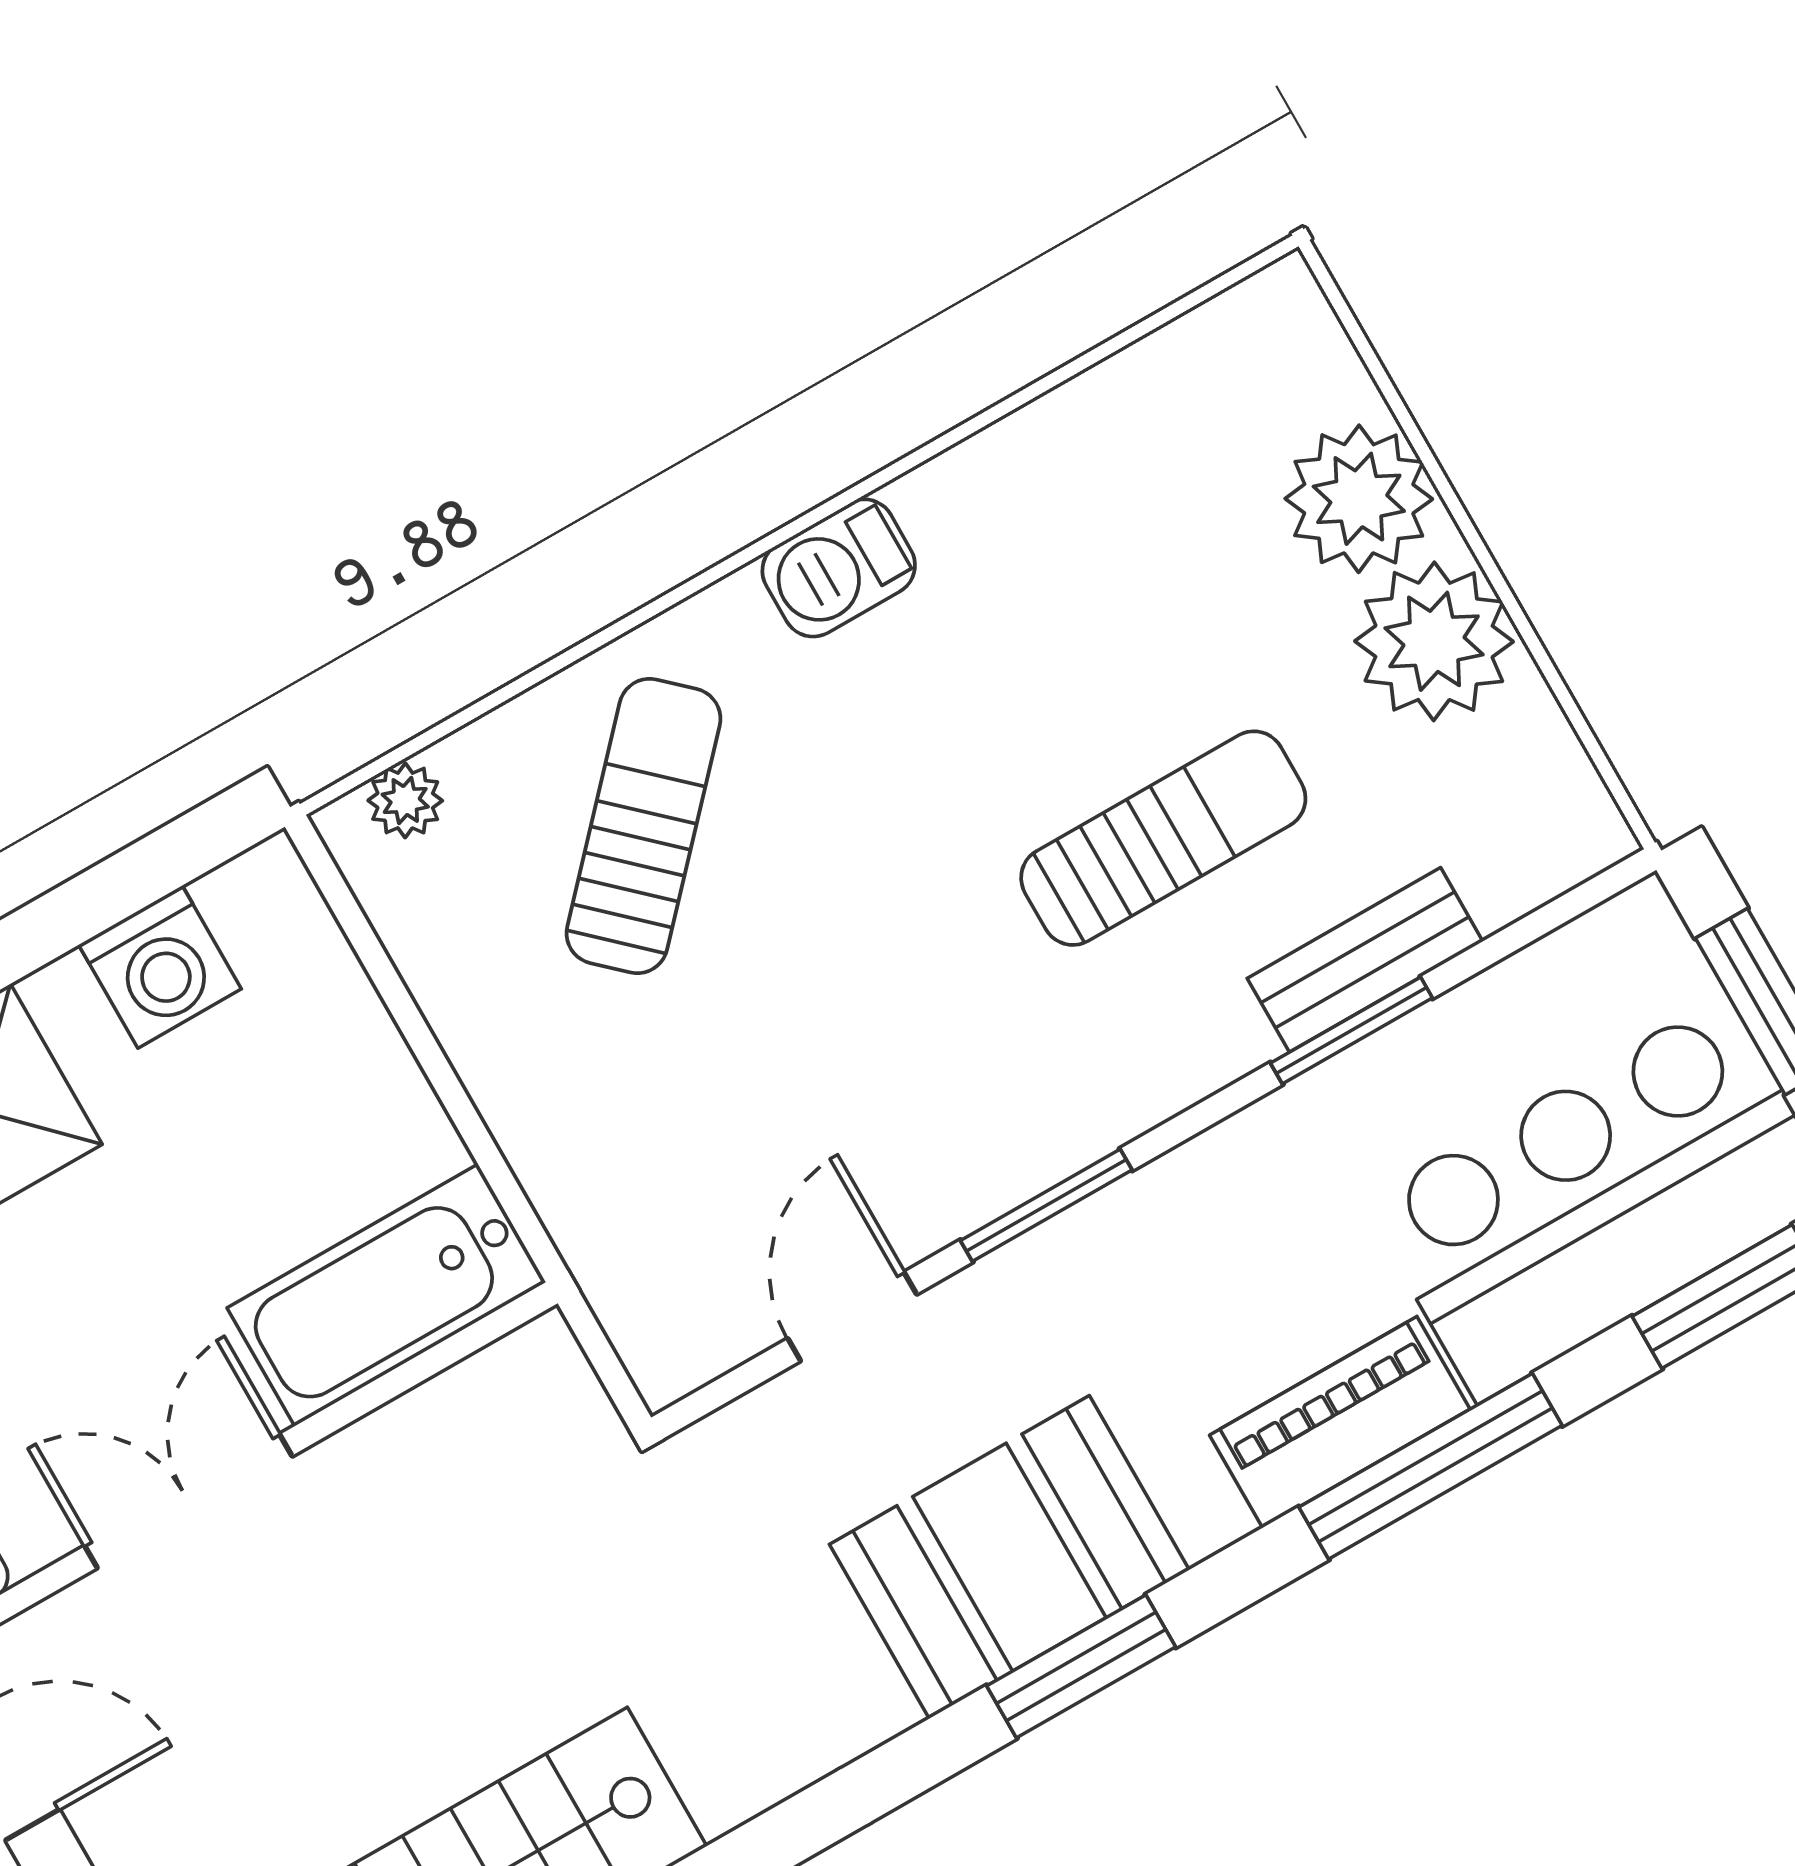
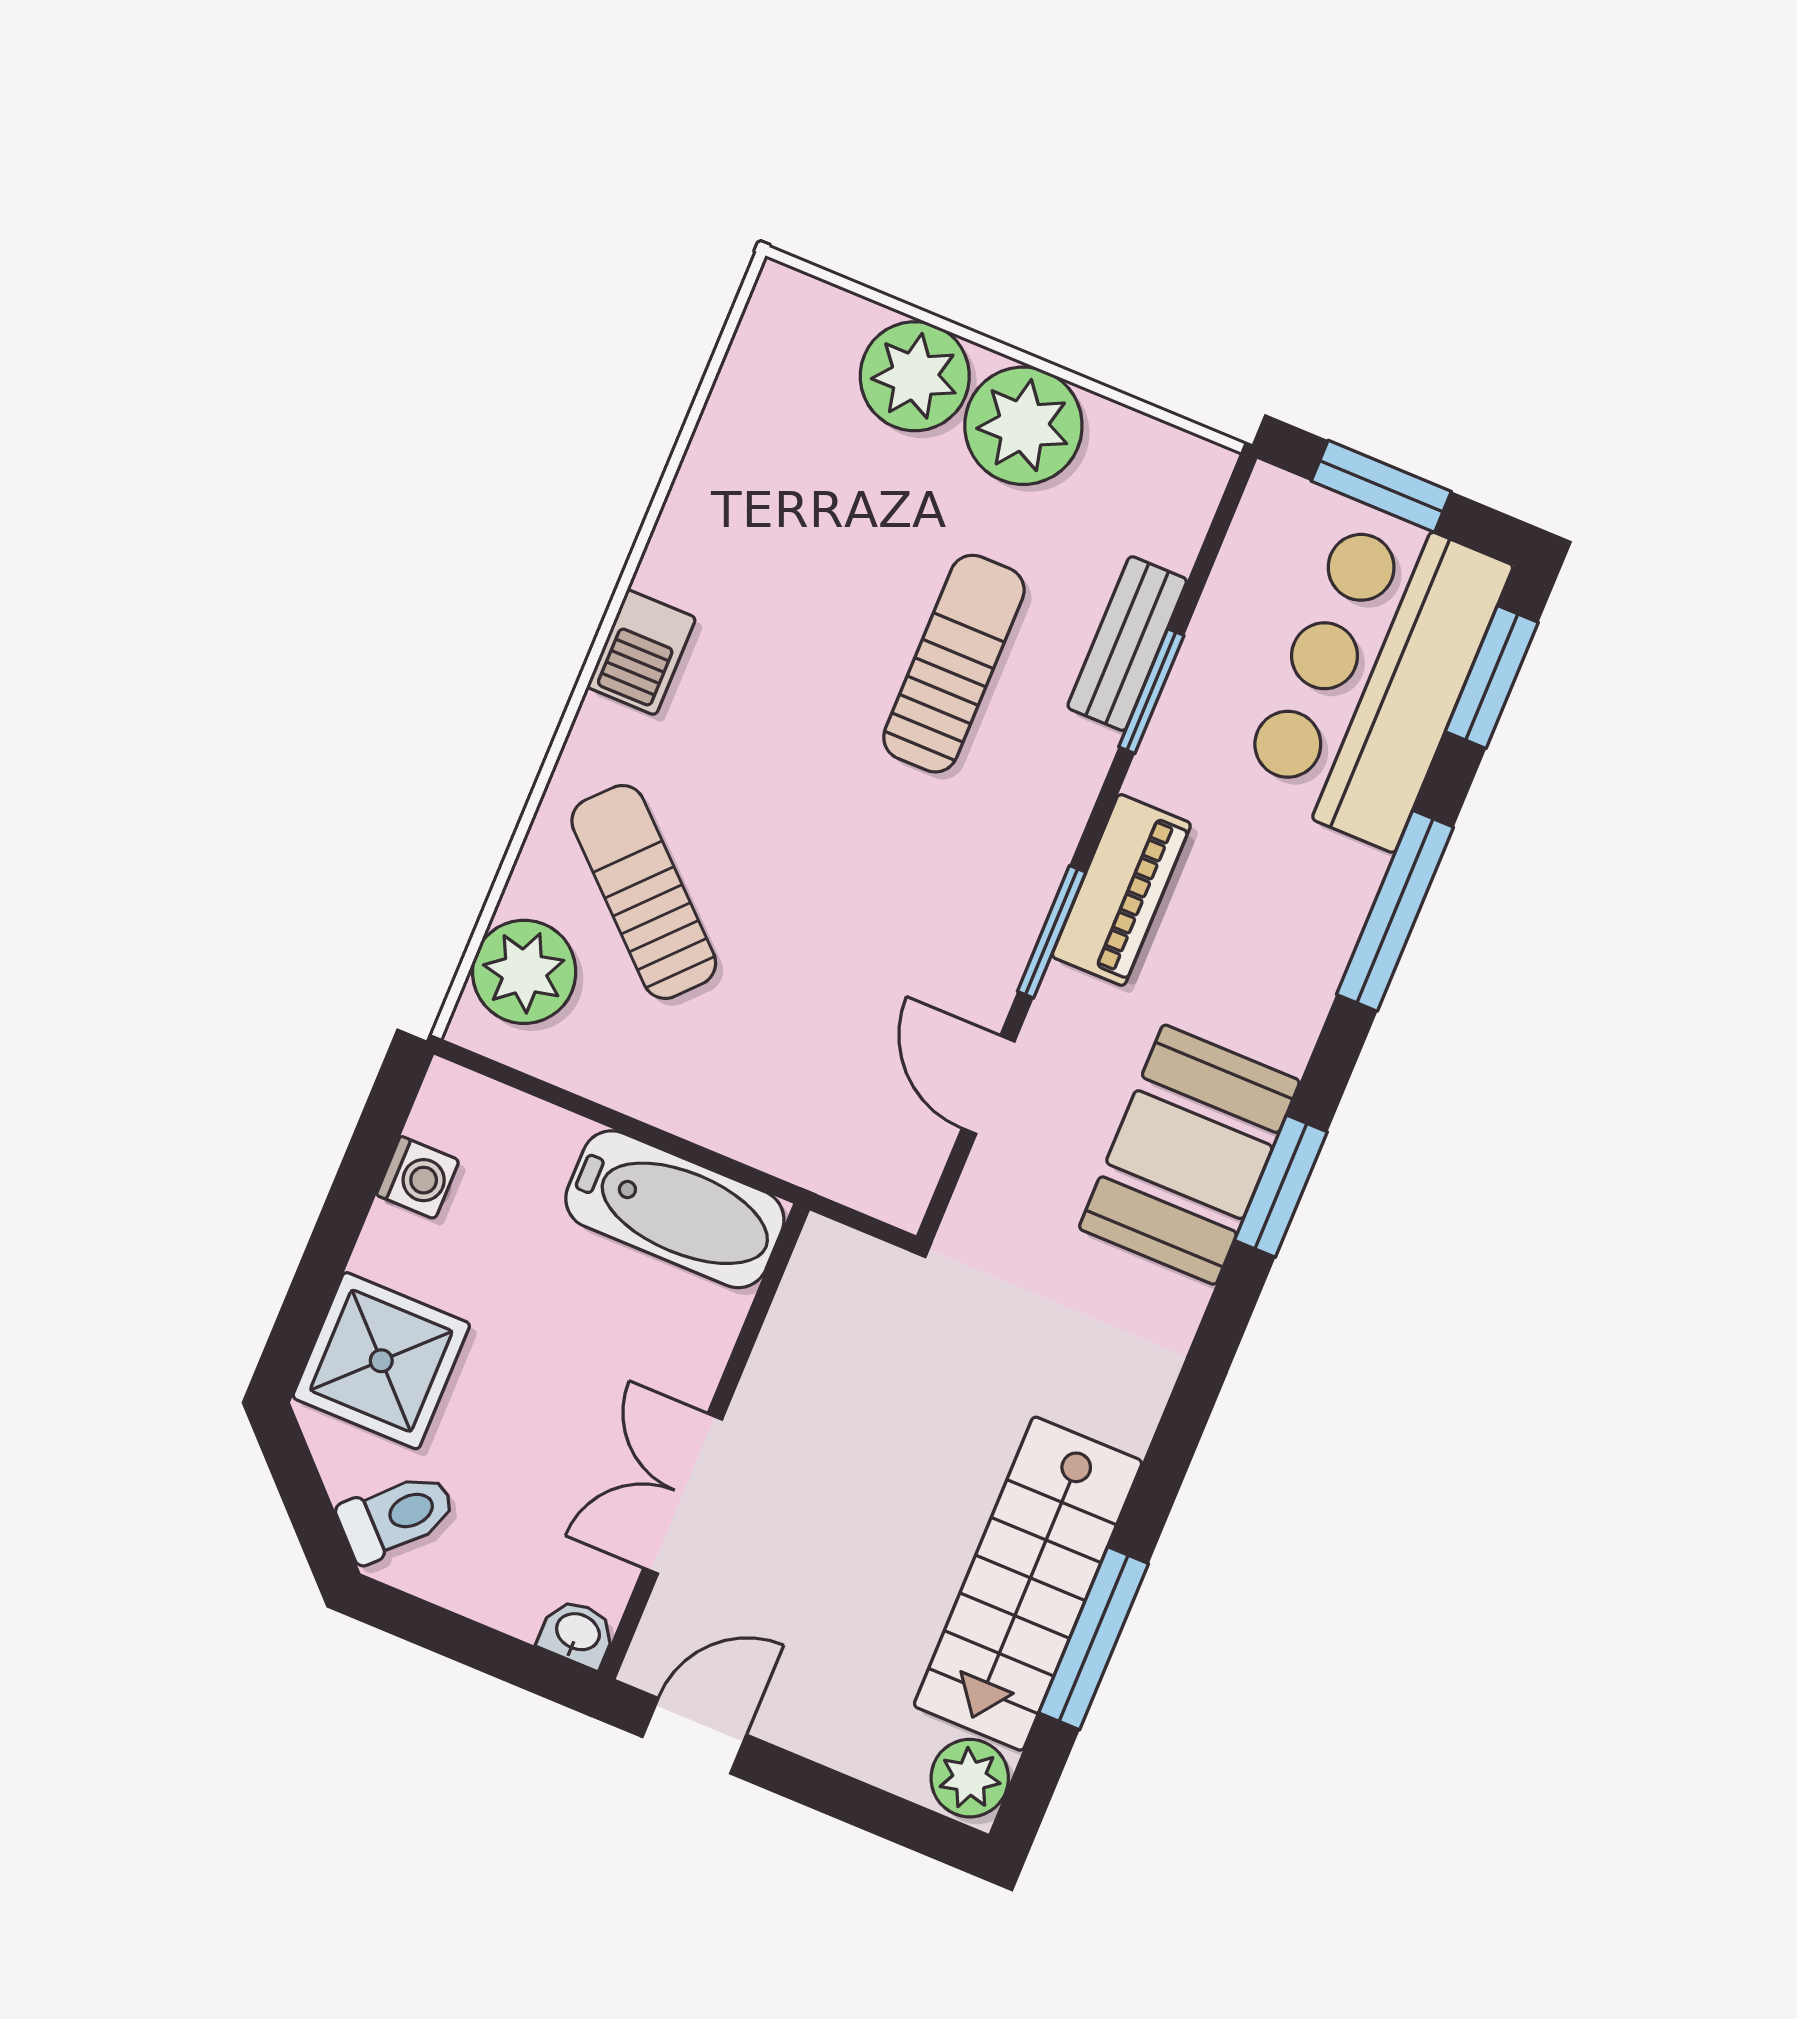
plant: (405, 801) -> (524, 972), width x1.88, depth x1.88
washing machine: (160, 967) -> (418, 1178), width x0.73, depth x0.73
bathtub: (386, 1295) -> (675, 1209), moved, turned -90
piano: (1340, 1422) -> (1121, 890), moved, turned 180

